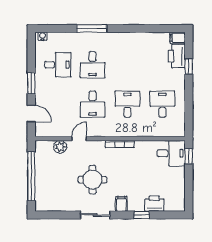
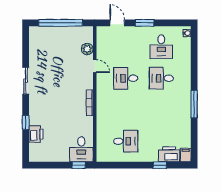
window: (92, 28) -> (194, 104), moved
desk: (127, 104) -> (126, 110), removed
door: (31, 114) -> (117, 23), swing flipped
round table: (92, 180) -> (58, 78), removed
filing cabinet: (121, 204) -> (36, 104), removed

